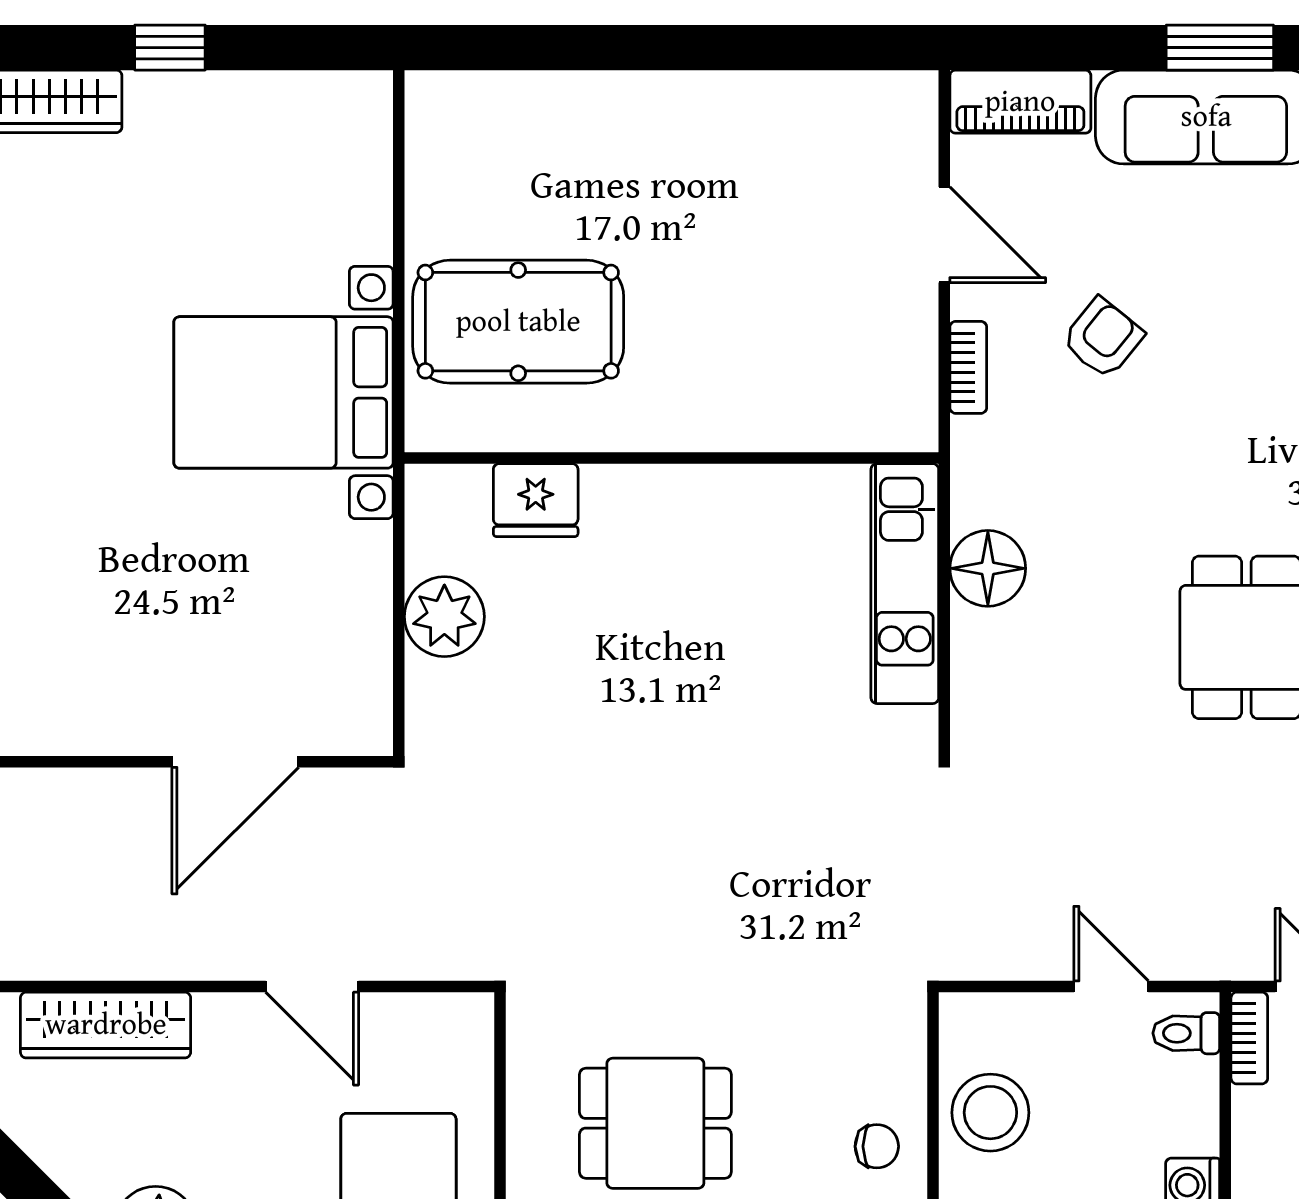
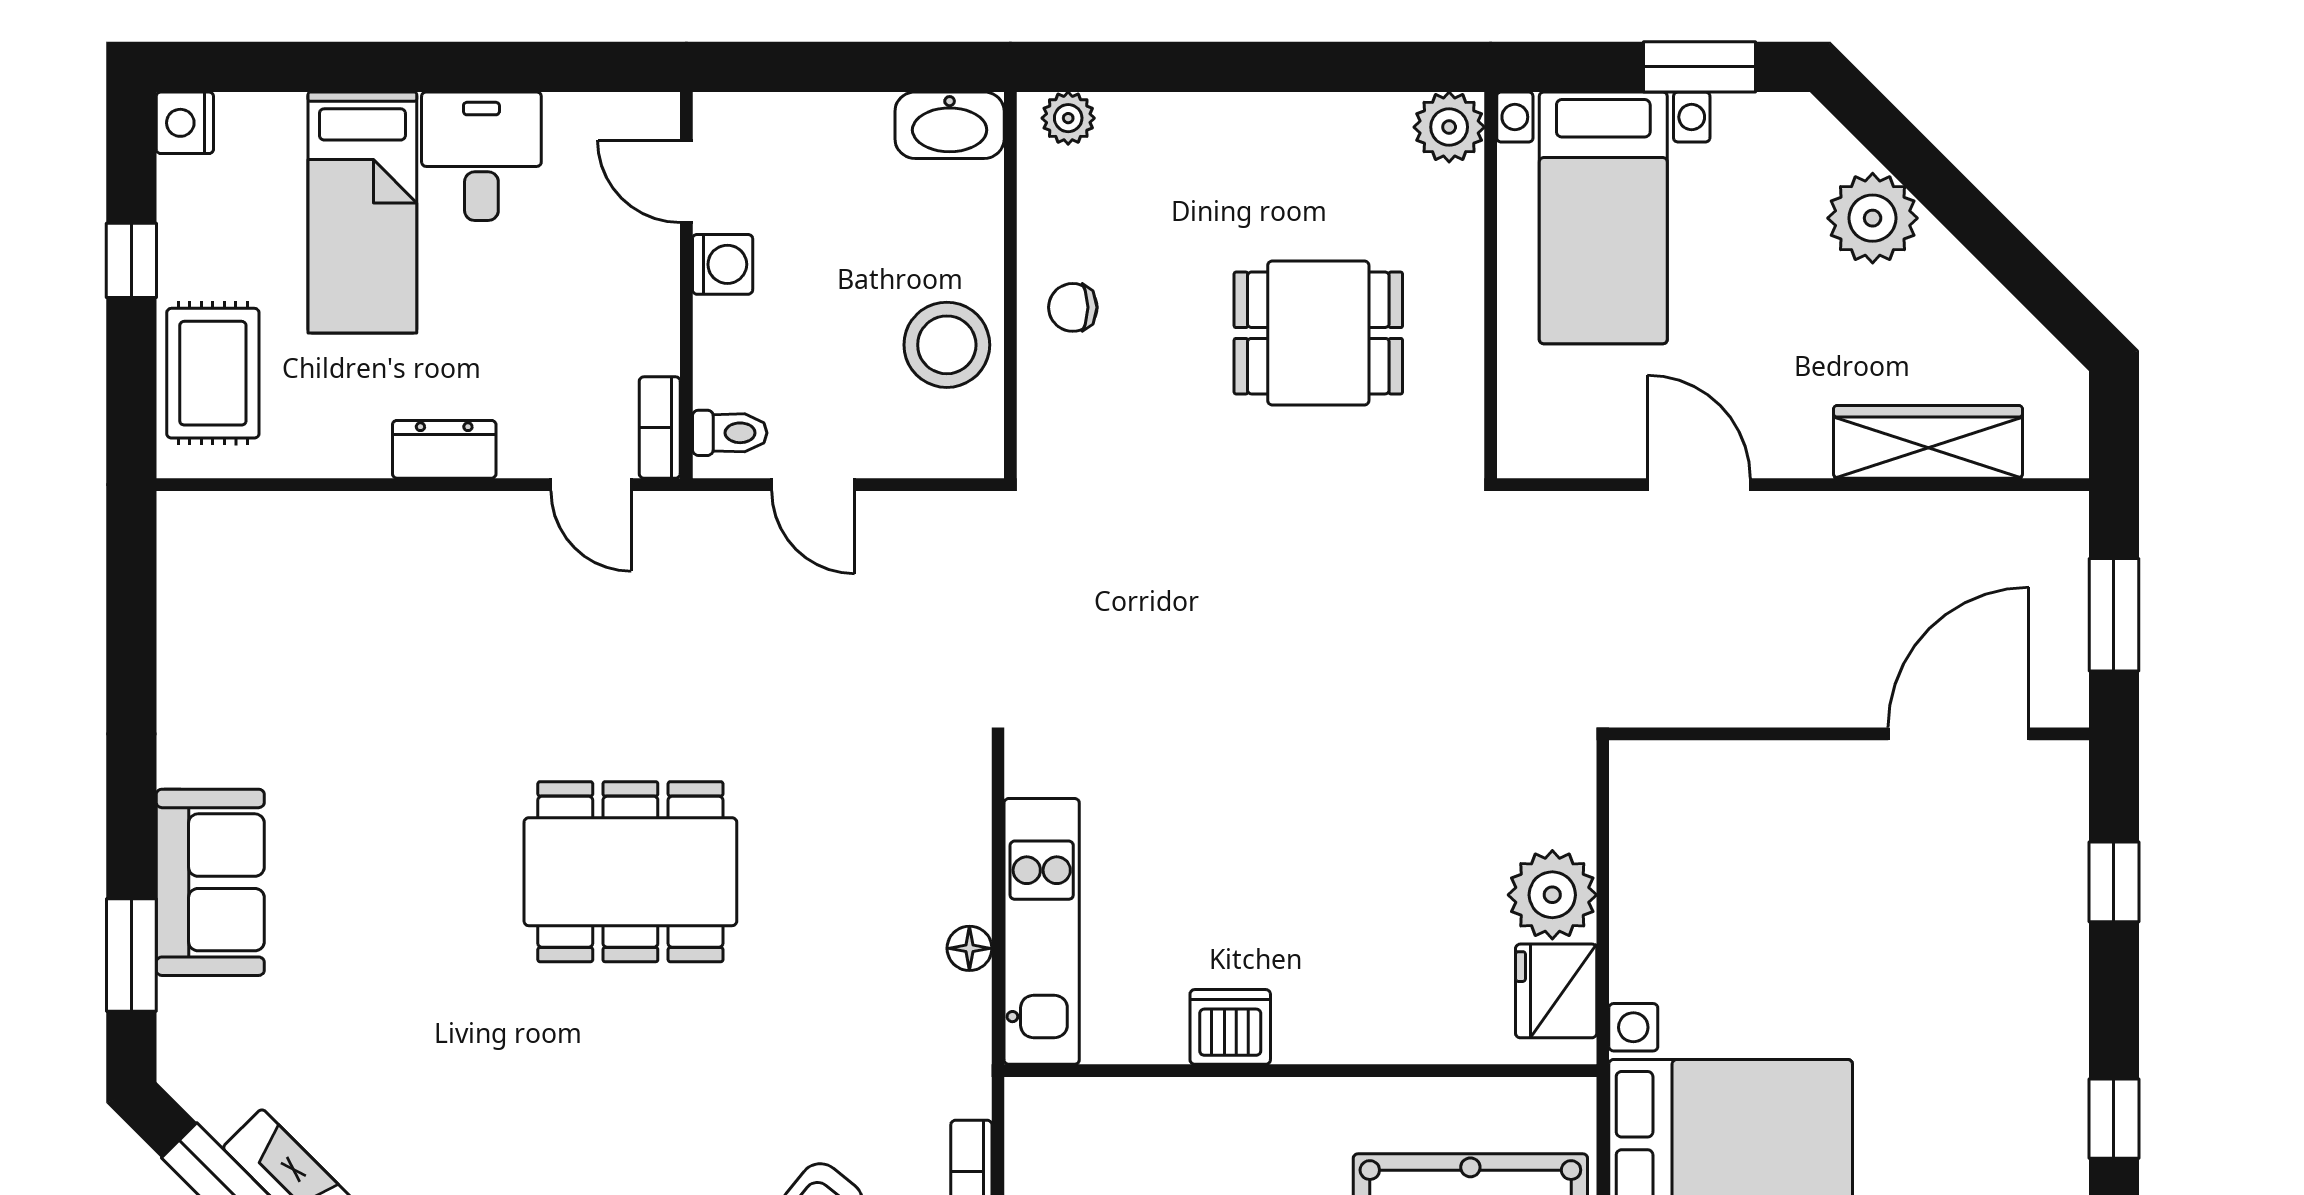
dishwasher: (735, 497) -> (1230, 1027), added
fridge: (536, 500) -> (1556, 991), moved, turned -90
floor lamp: (988, 568) -> (969, 948), width x0.53, depth x0.53
door: (235, 762) -> (1959, 734), moved

